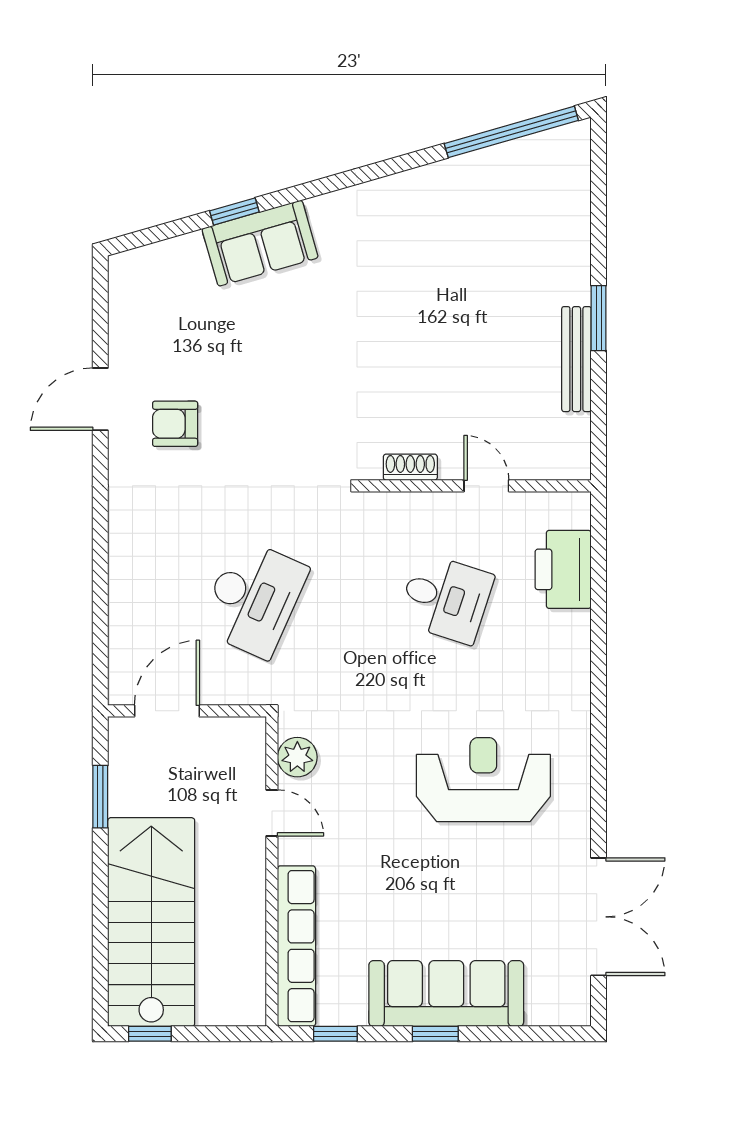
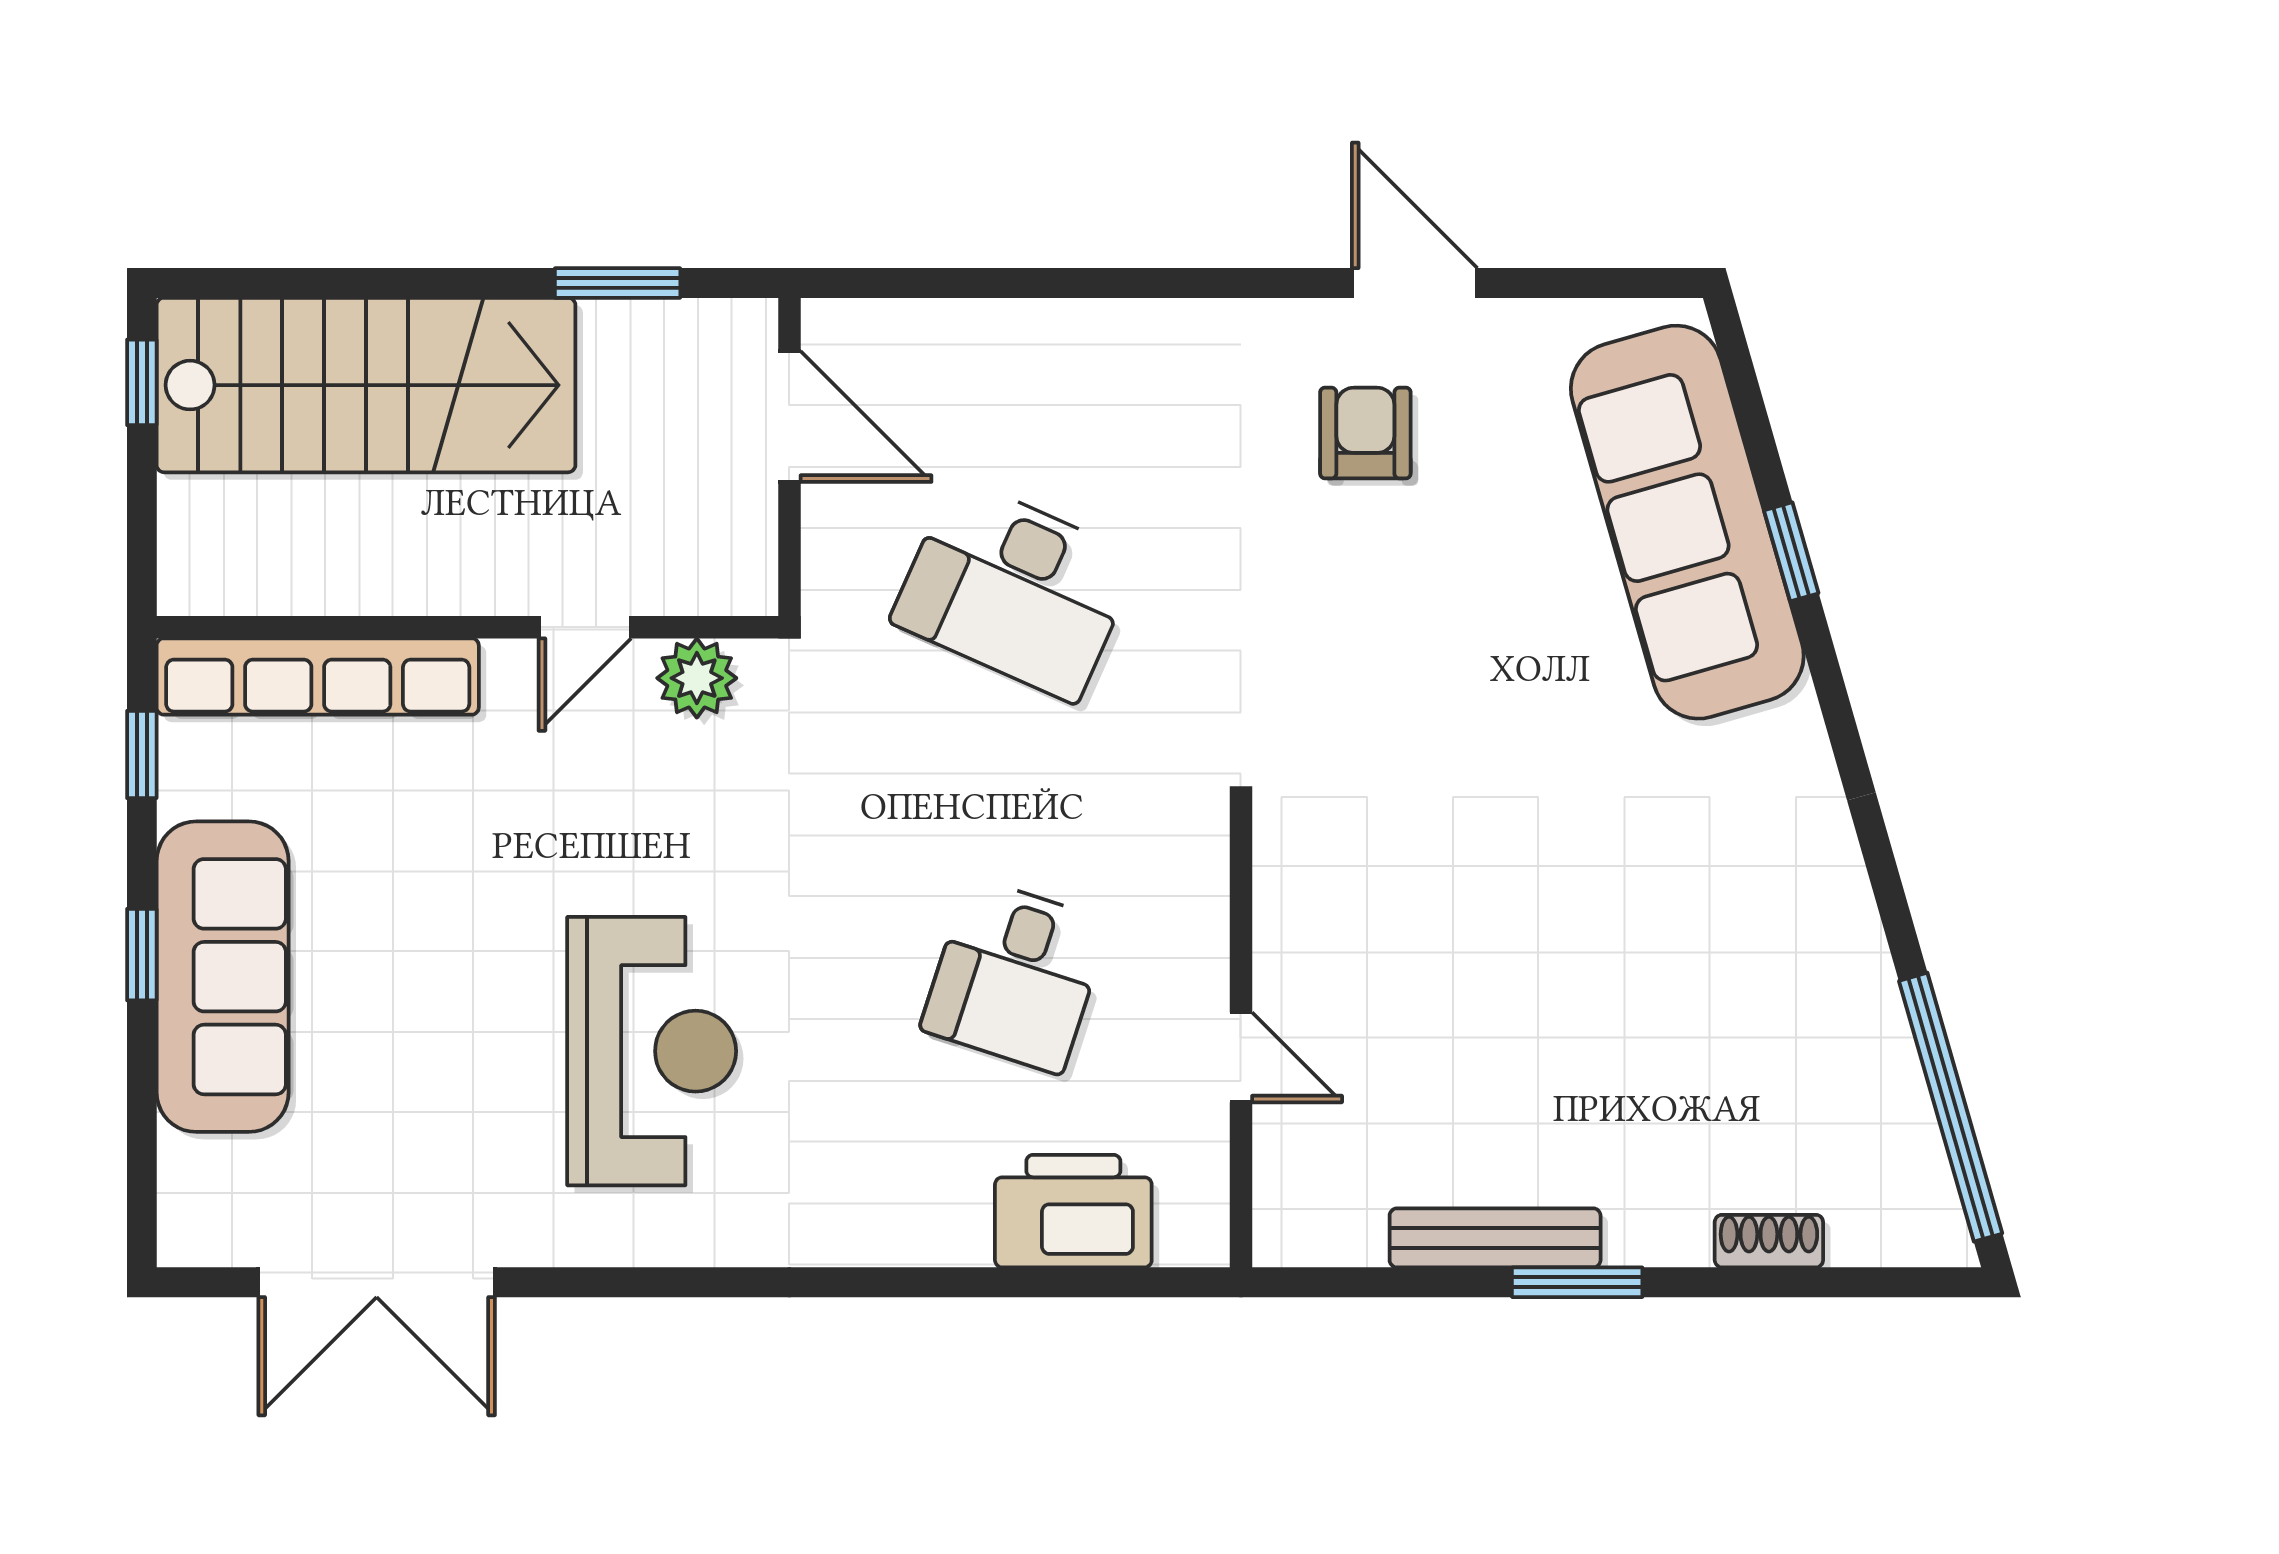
sofa: (260, 243) -> (1687, 522), width x1.85, depth x1.27
shoe rack: (410, 467) -> (1769, 1241), moved, turned -90
door: (486, 486) -> (1241, 1057), hinge flipped

